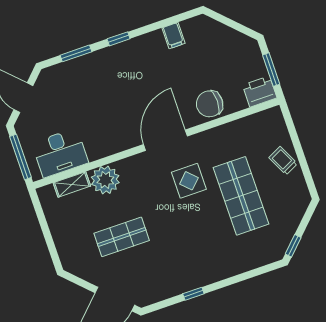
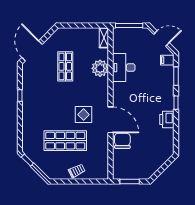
filing cabinet: (173, 36) -> (167, 60), moved
printer: (260, 91) -> (167, 119), moved, turned 180
door: (165, 140) -> (111, 120), moved
desk: (60, 153) -> (124, 68), moved
shelving: (72, 184) -> (104, 38), moved

